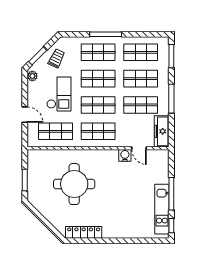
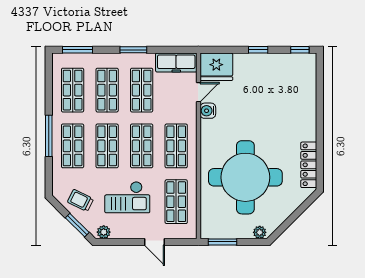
checkout: (59, 94) -> (127, 197), turned 180
window: (171, 99) -> (133, 50), width x0.69
door: (25, 115) -> (154, 242), swing flipped
fridge: (158, 162) -> (216, 67), added
window: (25, 180) -> (222, 242), moved
round table: (74, 184) -> (245, 177), width x1.36, depth x1.36
window: (171, 194) -> (258, 50), width x0.46
plant: (32, 195) -> (260, 232), added
kitchen unit: (162, 209) -> (278, 62), removed

